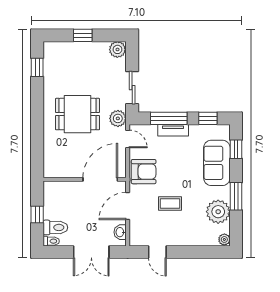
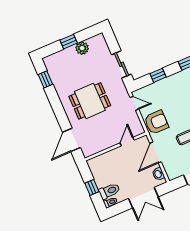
plant: (117, 49) -> (82, 48), moved
plant: (118, 118) -> (121, 91), removed
window: (169, 118) -> (158, 75), width x0.46
tv unit: (173, 130) -> (165, 83), removed
door: (37, 150) -> (71, 140), added
door: (100, 179) -> (127, 142), width x0.53

